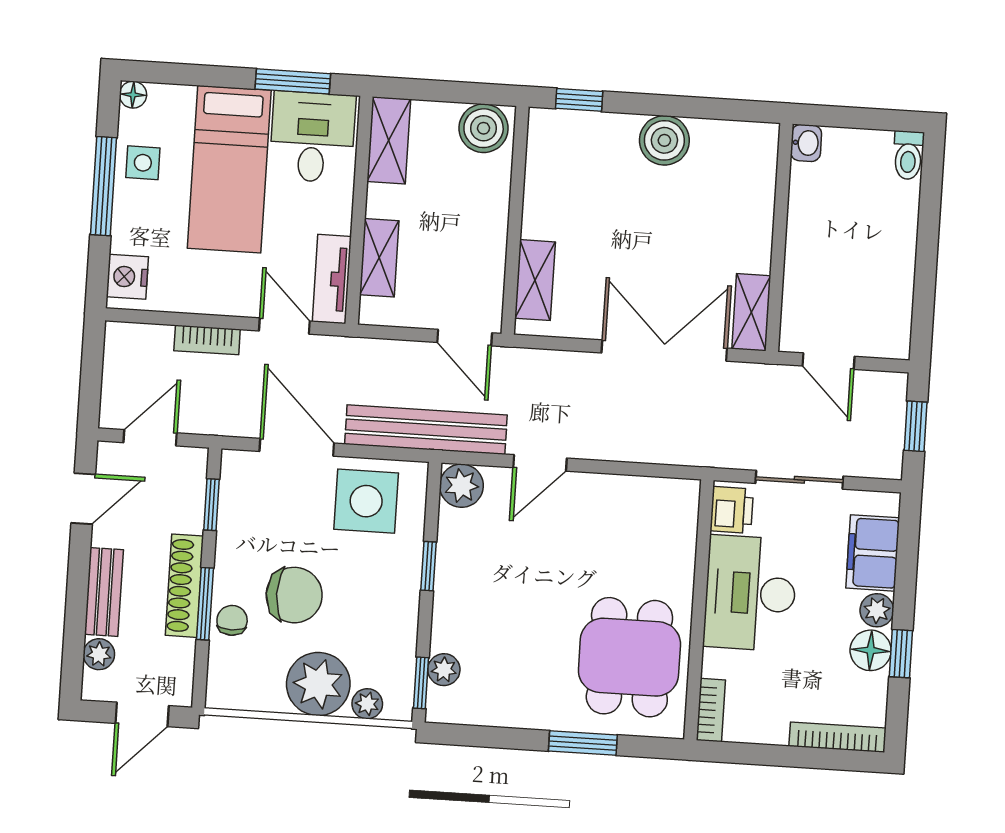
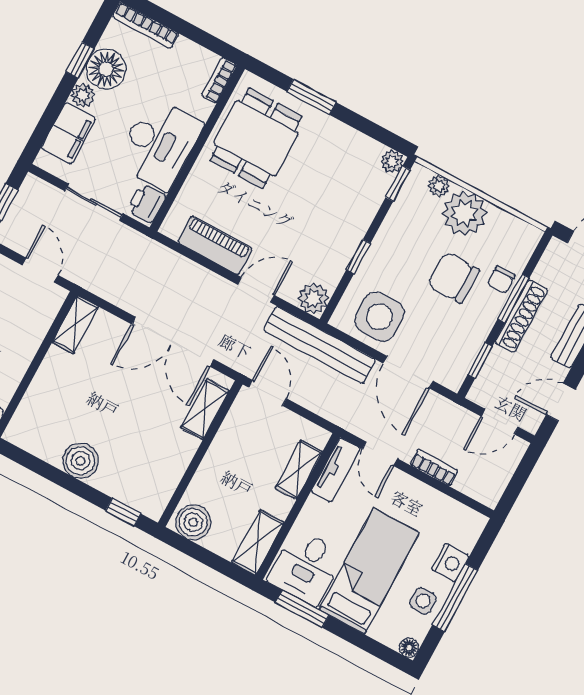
nightstand: (127, 277) -> (450, 563), moved
double door: (664, 350) -> (173, 342), moved
piano: (619, 496) -> (215, 245), added
floor lamp: (871, 650) -> (106, 69), width x1.38, depth x1.38
plant: (444, 670) -> (392, 161), moved

